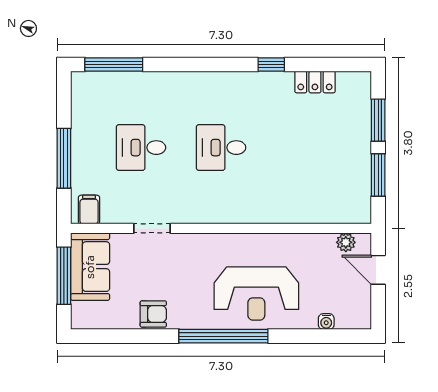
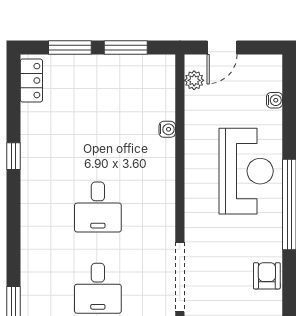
locker: (315, 82) -> (31, 81), moved
water cooler: (298, 216) -> (167, 129), added
doorway: (152, 228) -> (180, 277), width x1.87

